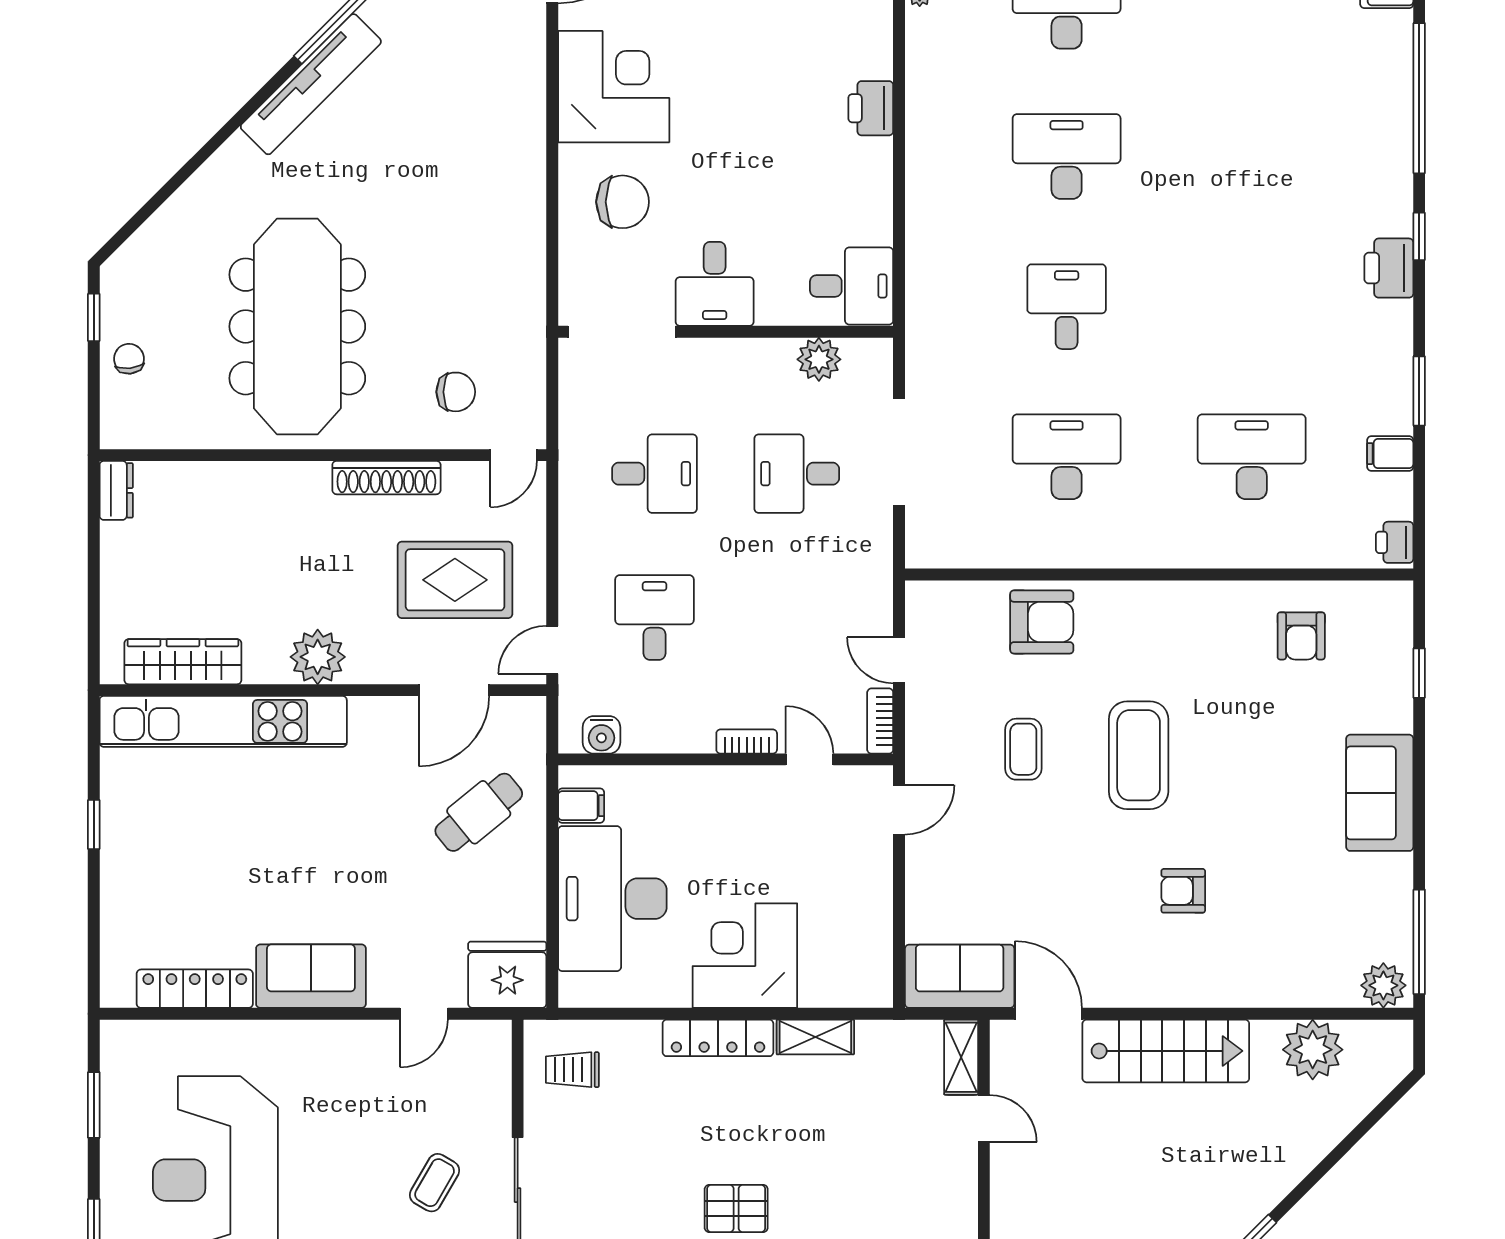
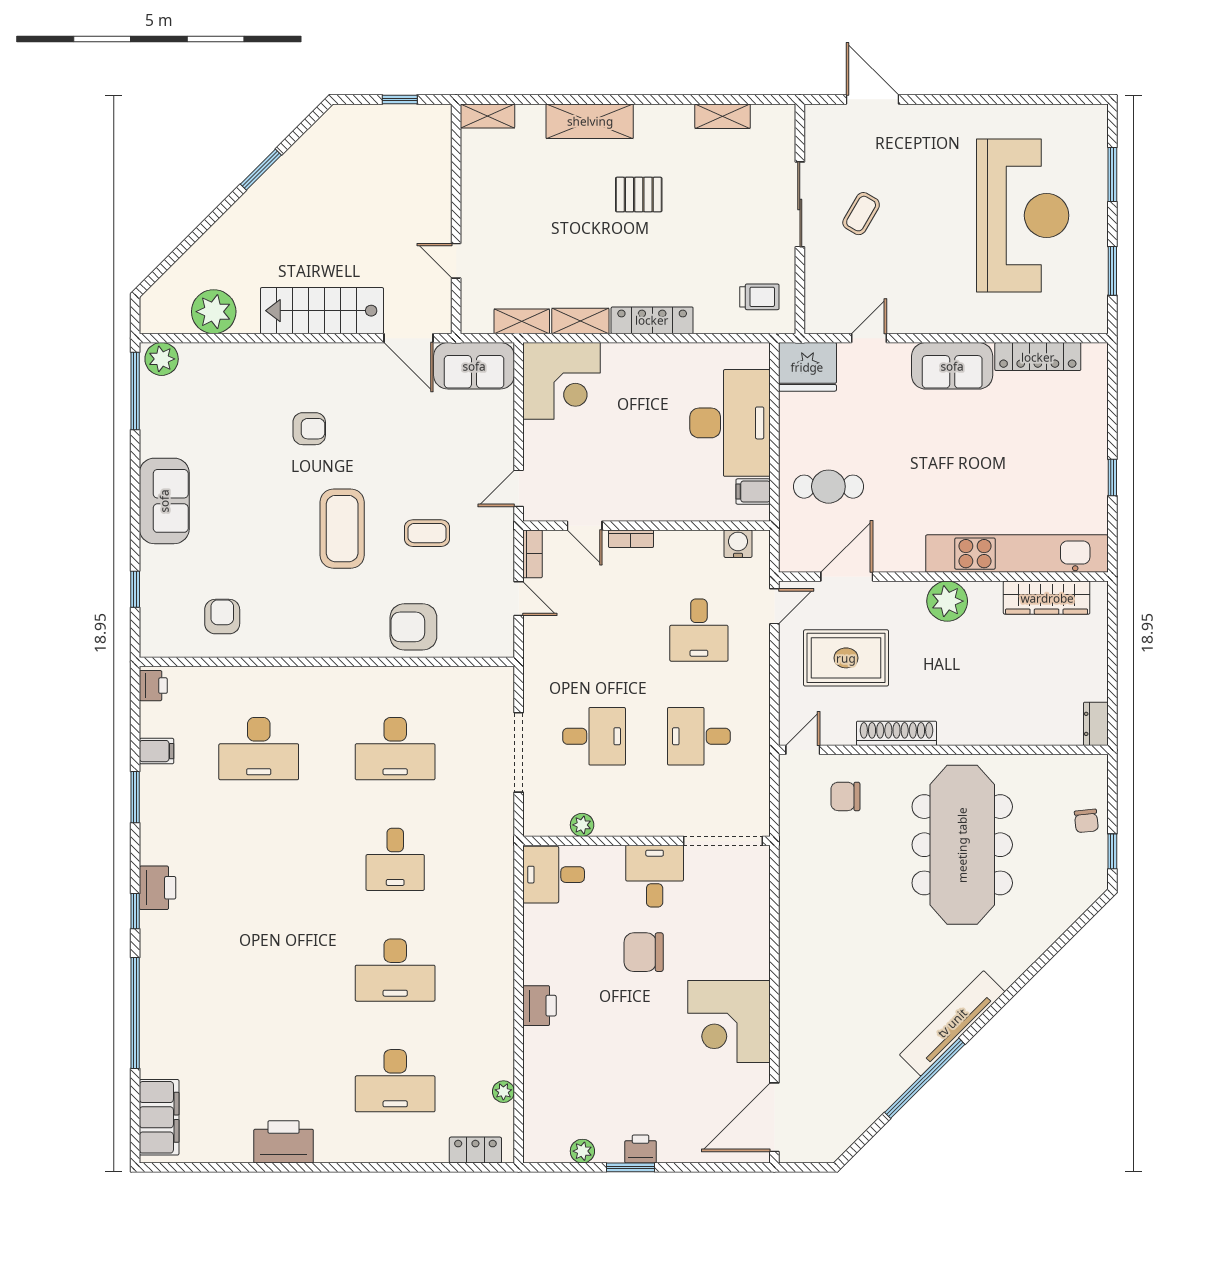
chair: (623, 202) -> (644, 952), moved
plant: (819, 359) -> (582, 825), width x0.73, depth x0.73
coffee table: (1023, 749) -> (427, 533), turned 90
cafe table: (479, 812) -> (828, 487), turned 39
corner desk: (745, 956) -> (561, 381), moved
shelving: (961, 1057) -> (522, 321), moved, turned 90

